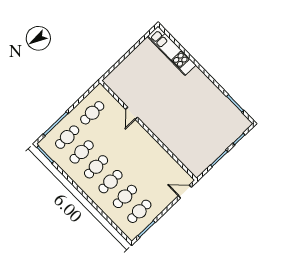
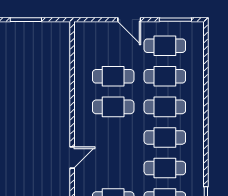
cafe table: (135, 157) -> (113, 107), added
cafe table: (150, 172) -> (113, 76), added
door: (185, 192) -> (129, 20), moved

